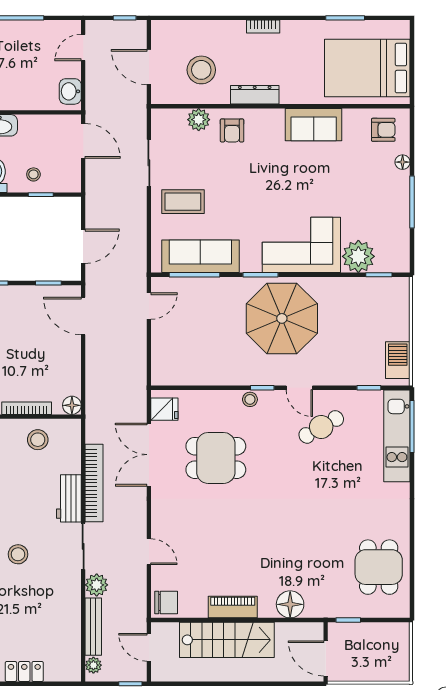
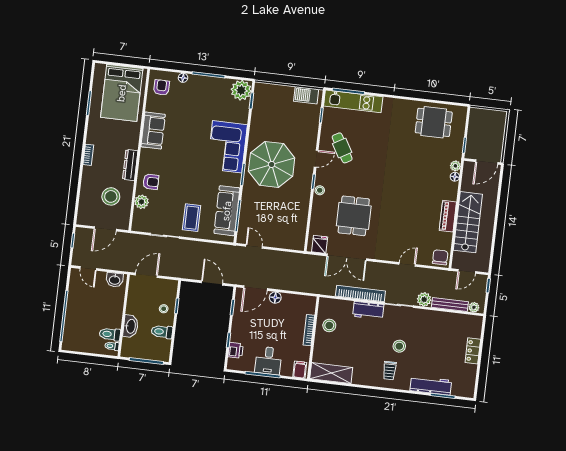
plant: (358, 256) -> (241, 90), moved
floor lamp: (72, 405) -> (275, 298), moved
floor lamp: (290, 604) -> (455, 177), width x0.53, depth x0.53
plant: (314, 610) -> (455, 166), added

